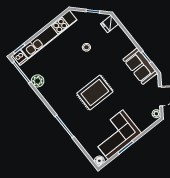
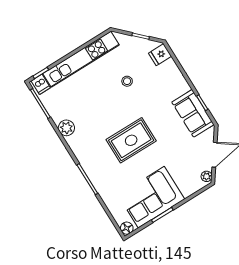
plant: (38, 81) -> (66, 128), moved

